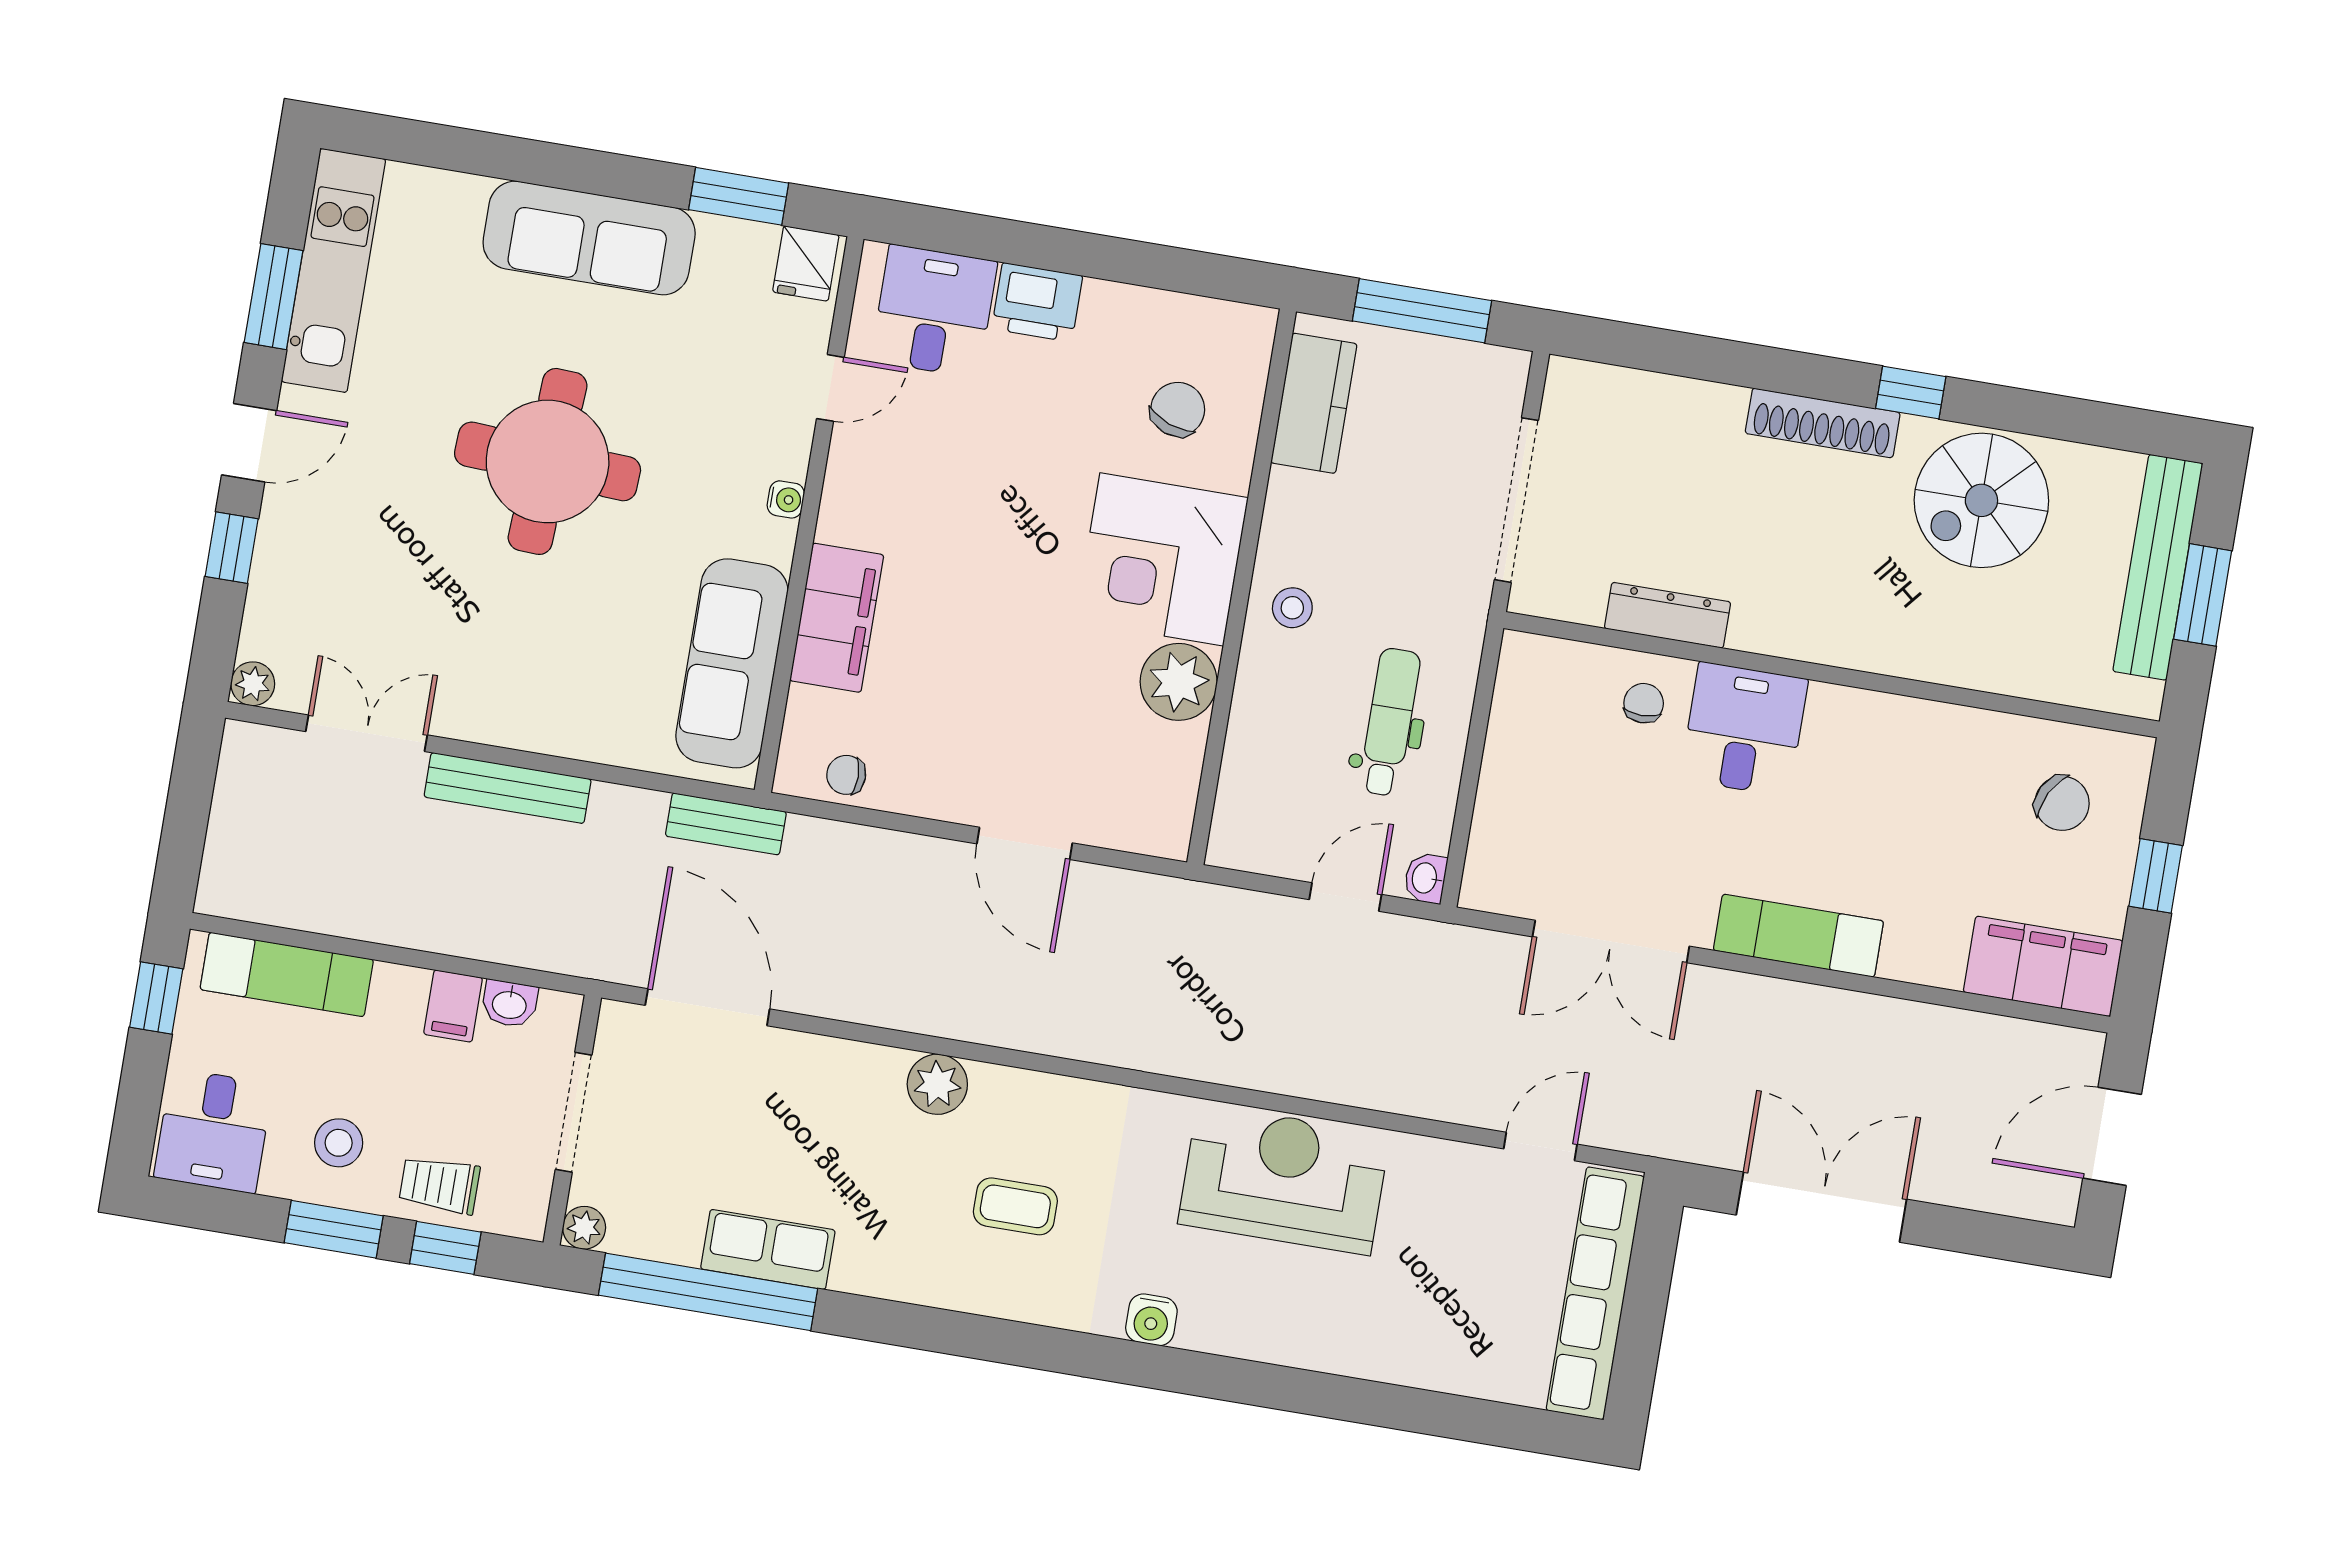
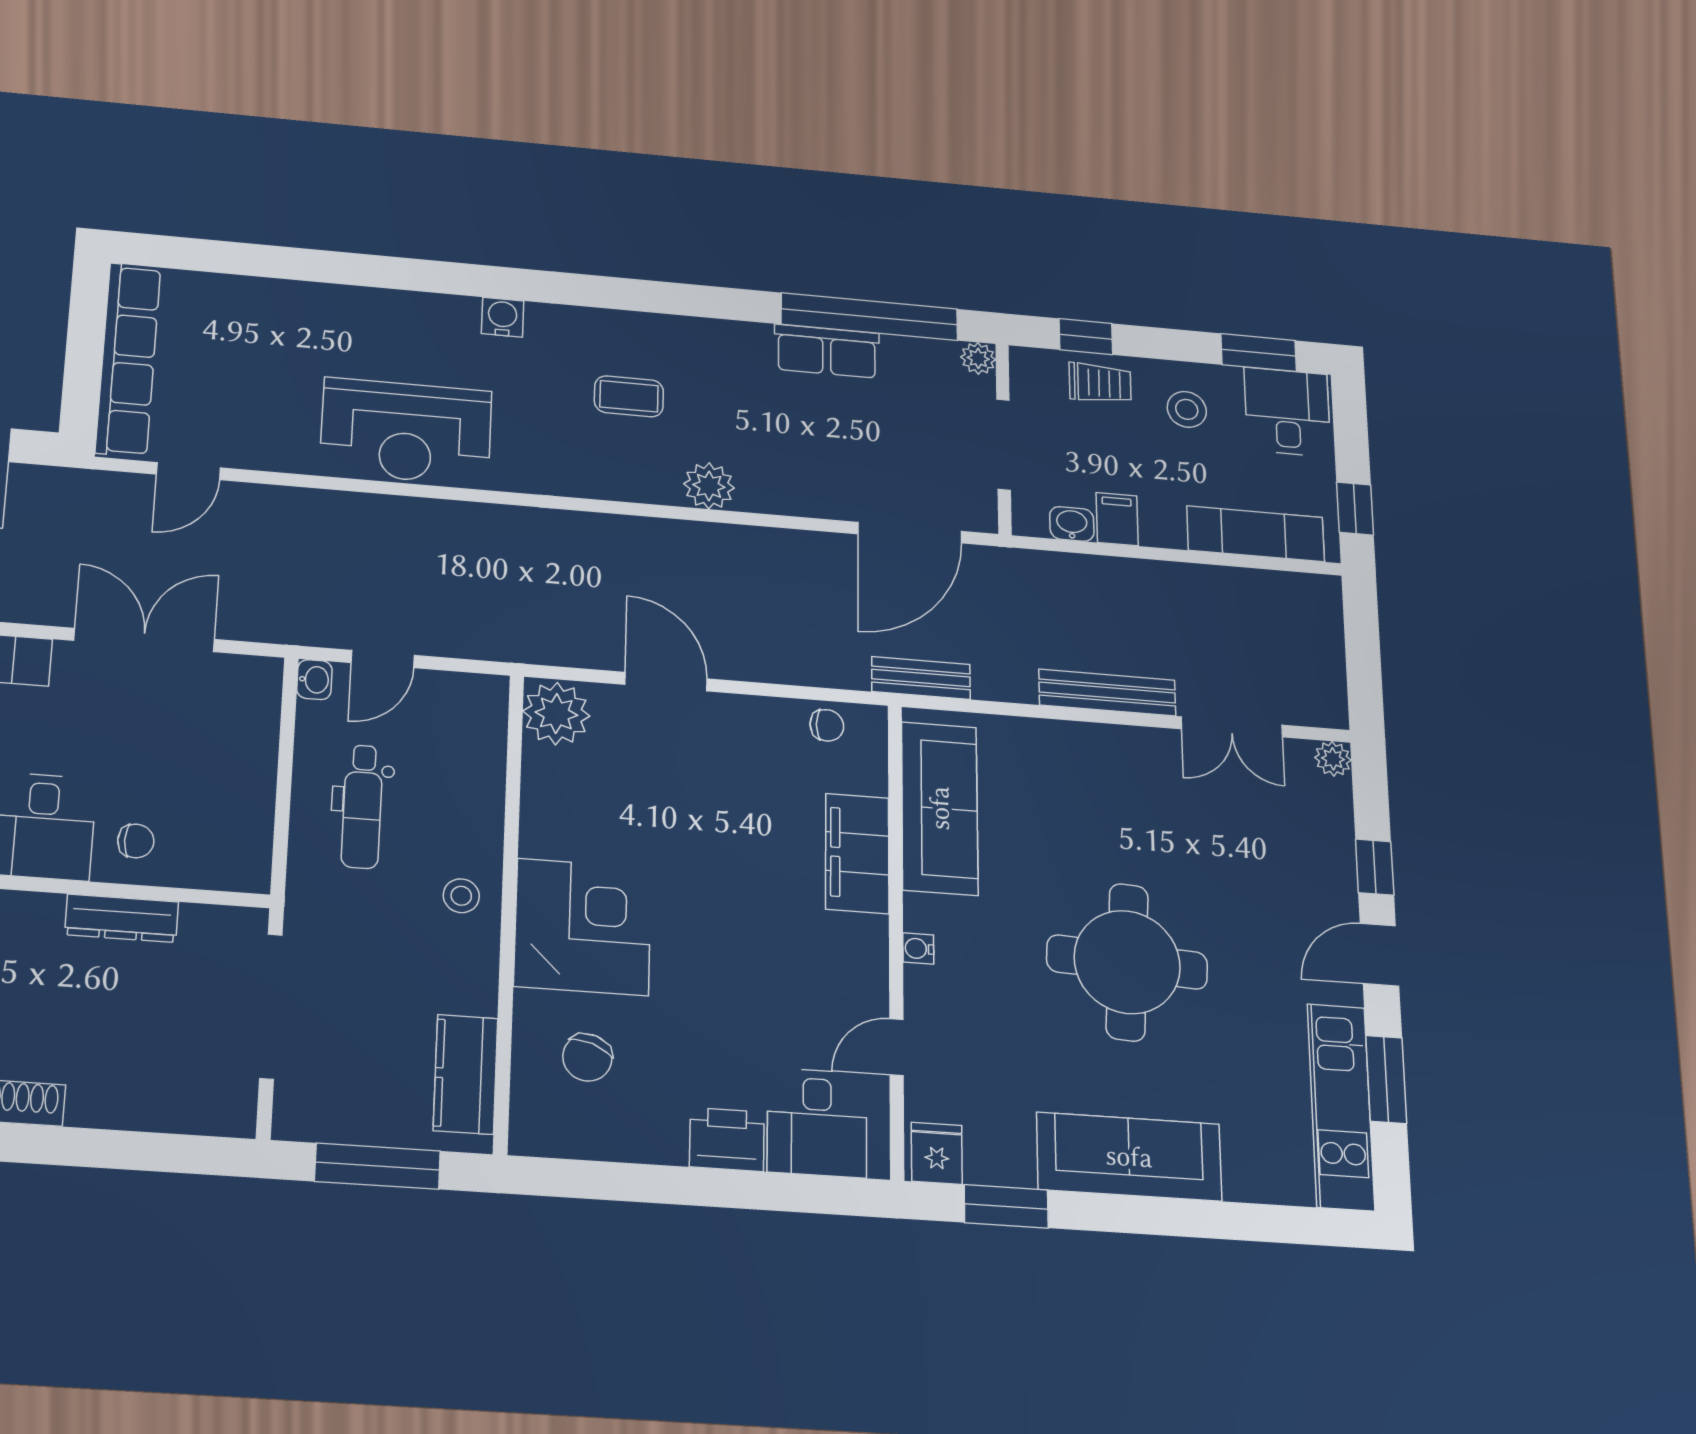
plant: (1179, 682) -> (556, 714), moved
chair: (1644, 703) -> (136, 841), turned -90
door: (707, 1007) -> (910, 533), hinge flipped
window: (334, 1229) -> (1259, 353), moved

